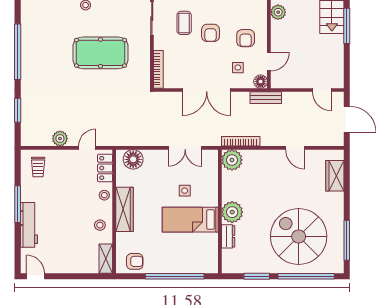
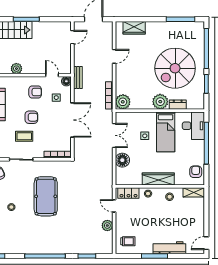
floor lamp: (133, 159) -> (122, 160), moved
spiral stairs: (299, 236) -> (175, 68), moved
desk: (199, 258) -> (193, 126), added

